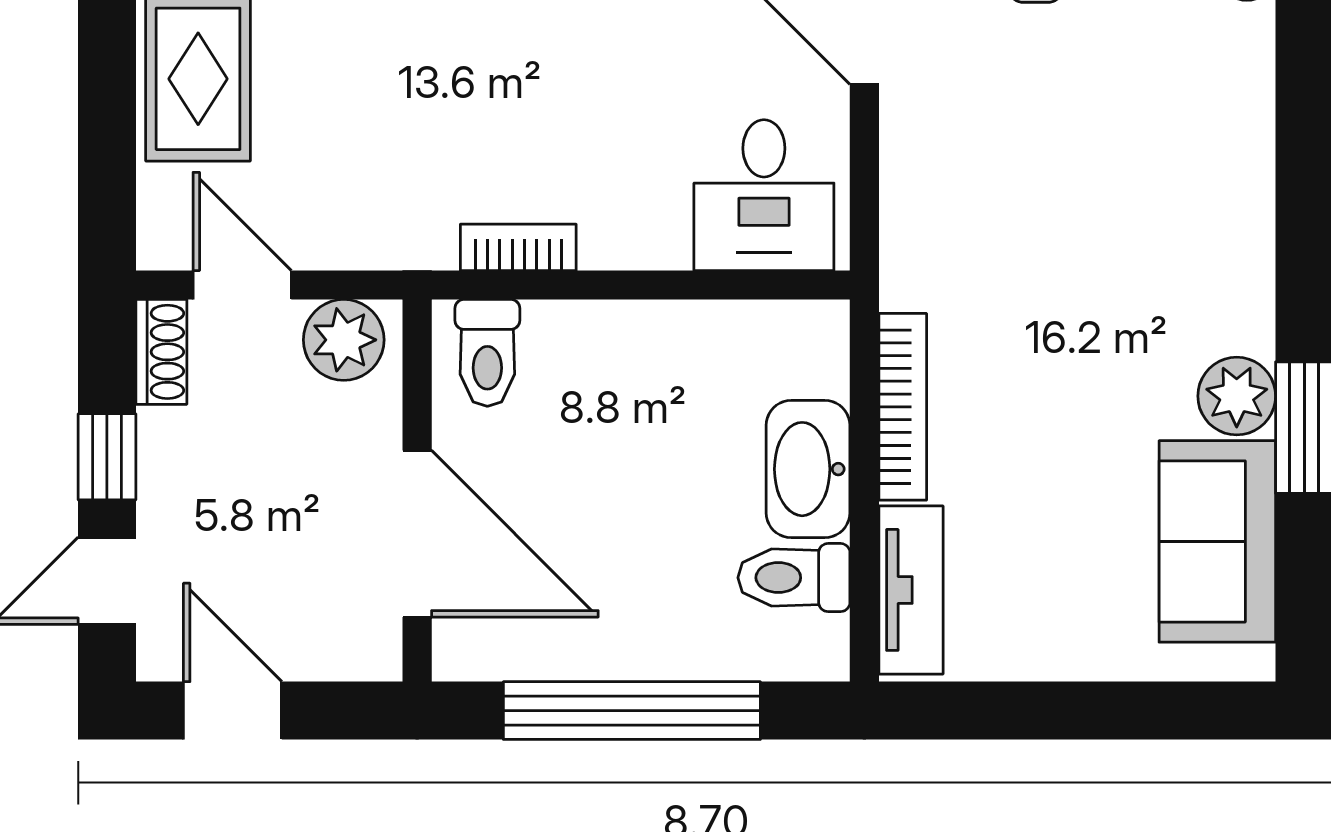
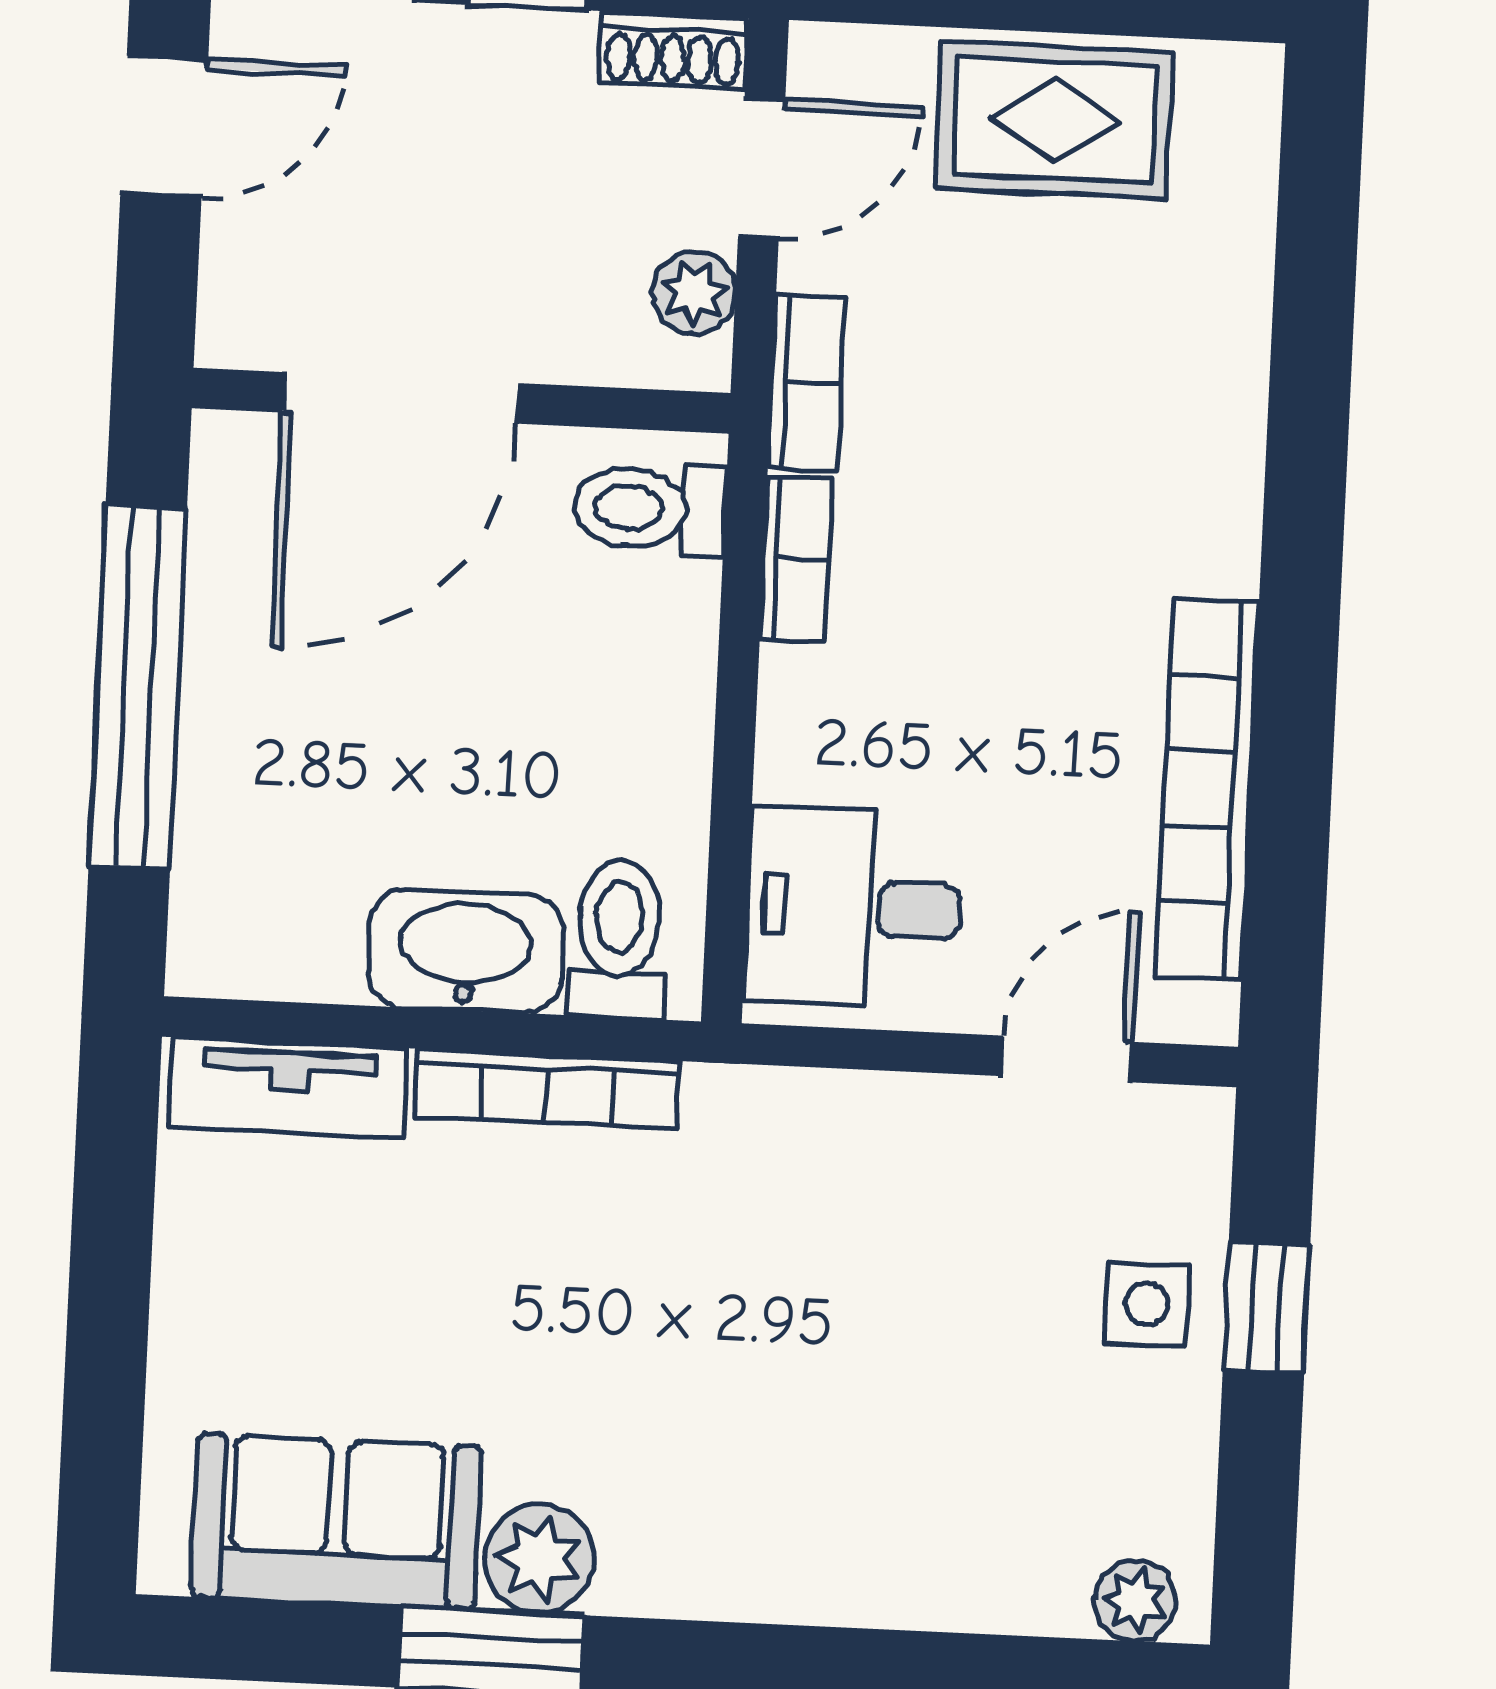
bookcase: (393, 246) -> (806, 383), added
plant: (344, 340) -> (694, 293), width x0.73, depth x0.73
toilet: (794, 578) -> (619, 939), moved

